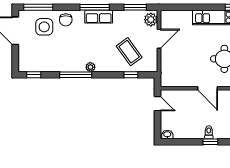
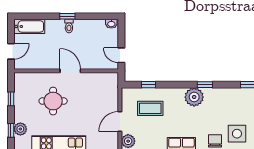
coffee table: (129, 52) -> (150, 108), turned -54
plant: (90, 67) -> (194, 97), width x1.88, depth x1.88
window: (76, 75) -> (205, 85), width x0.46

